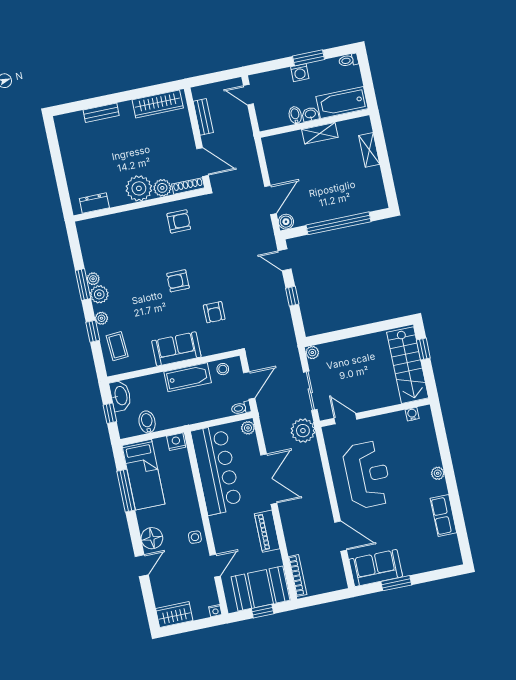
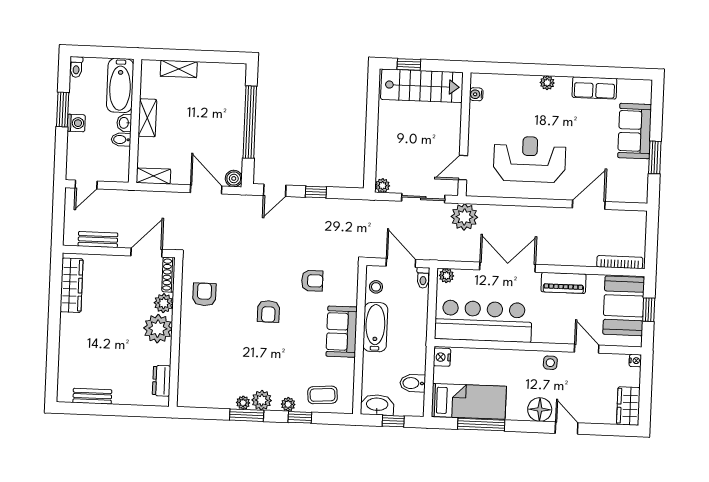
bench: (101, 113) -> (92, 396), moved, turned 90
shelving: (271, 151) -> (153, 176), added
sofa: (376, 568) -> (635, 131), moved

